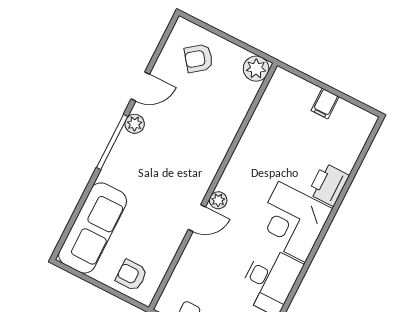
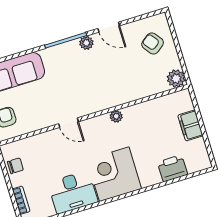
filing cabinet: (325, 104) -> (190, 125), width x2.00
printer: (329, 184) -> (172, 168), moved
plant: (218, 200) -> (116, 116), moved

